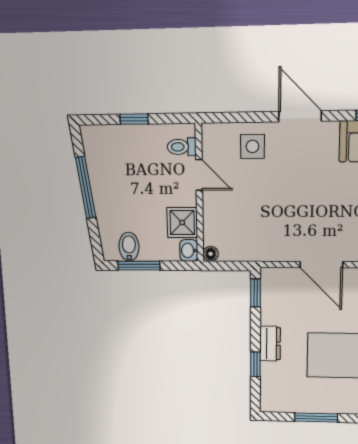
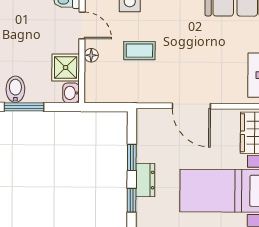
coffee table: (264, 203) -> (139, 51), added
floor lamp: (211, 254) -> (91, 55), moved
window: (255, 293) -> (132, 158), moved

